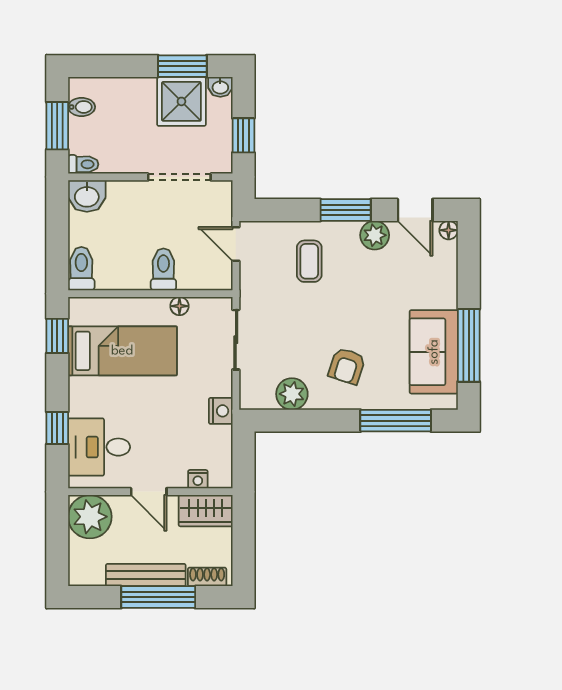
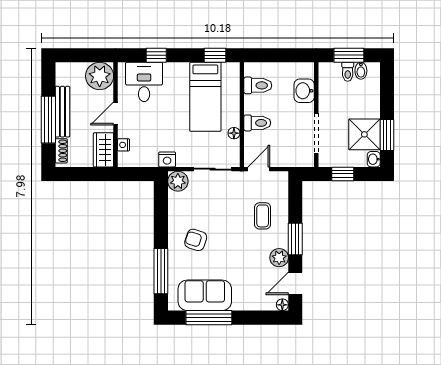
toilet: (83, 164) -> (348, 72), moved
washbasin: (87, 196) -> (304, 91), moved
door: (236, 244) -> (259, 169), moved
coffee table: (309, 261) -> (263, 216), turned 90
toilet: (81, 269) -> (258, 85), moved
plant: (292, 394) -> (178, 181), moved

